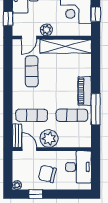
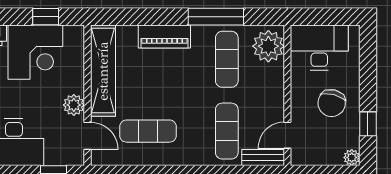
piano: (85, 91) -> (164, 36), moved
plant: (49, 139) -> (268, 46), moved

